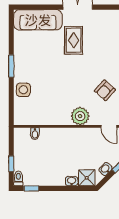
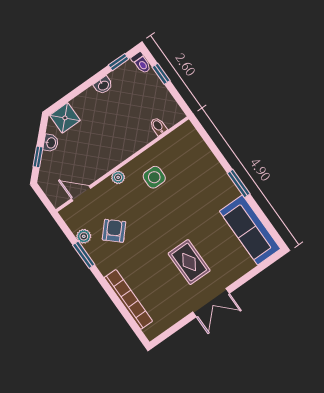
sofa: (38, 20) -> (250, 230), moved, turned -90
side table: (23, 90) -> (154, 177), moved
plant: (80, 116) -> (118, 177), width x0.53, depth x0.53
washbasin: (72, 181) -> (103, 85), moved

